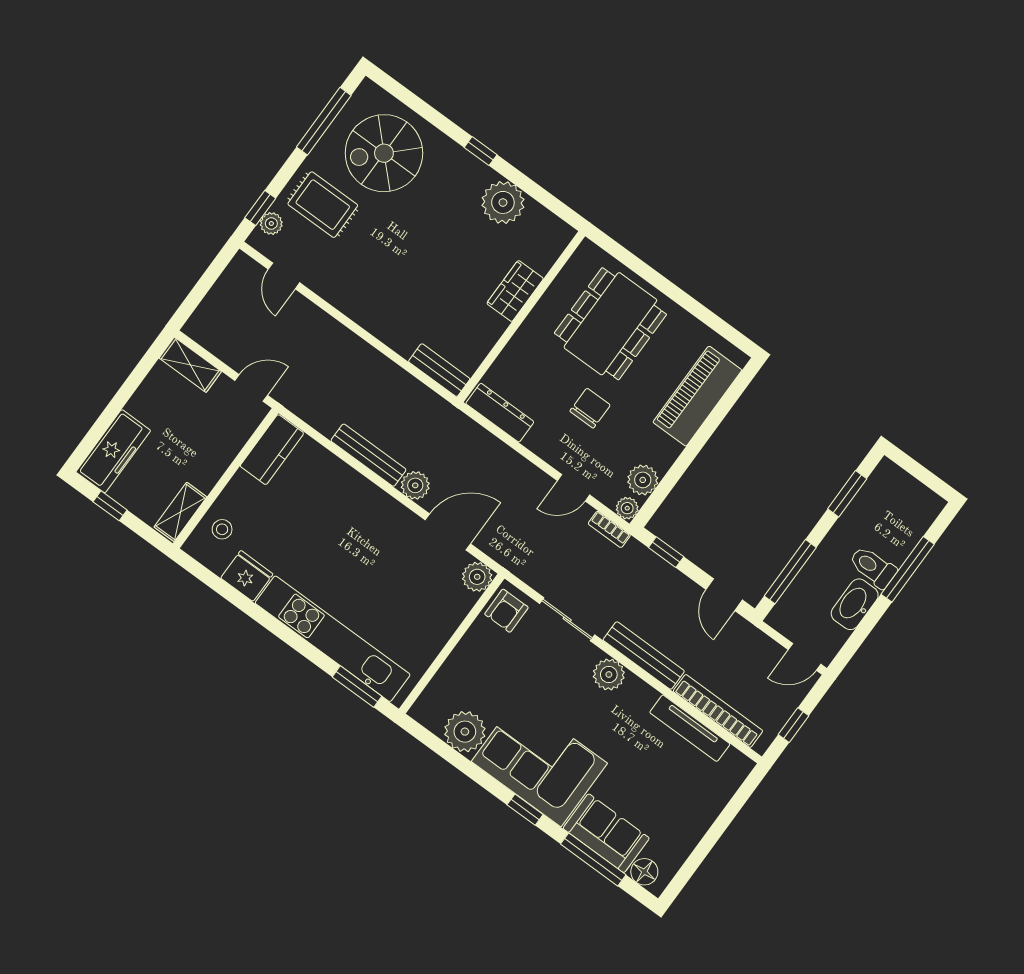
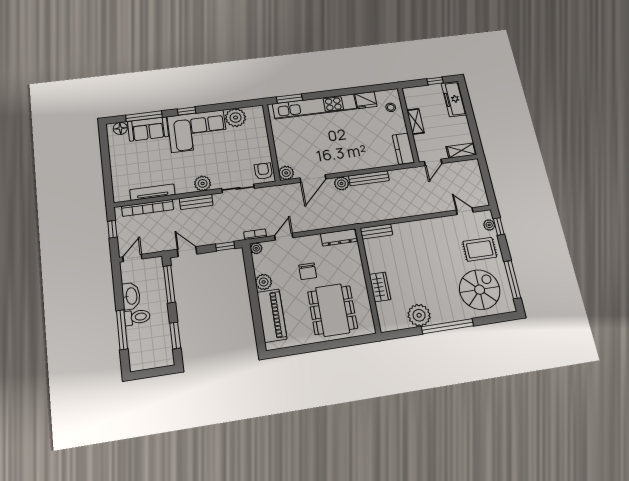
window: (481, 151) -> (447, 326), width x3.17
plant: (643, 480) -> (264, 282), moved
shelving: (180, 512) -> (415, 121), moved
bench: (644, 656) -> (196, 202), width x0.73

